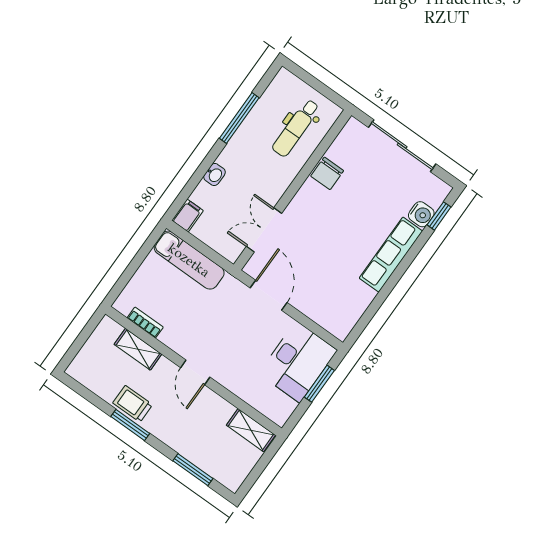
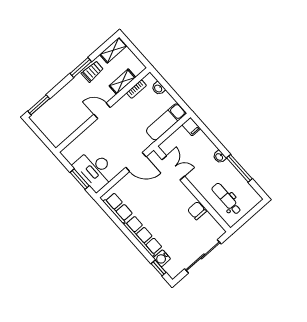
washbasin: (215, 175) -> (219, 157), moved
washbasin: (135, 286) -> (158, 88), added
row of seats: (353, 308) -> (118, 208), added
shelving: (251, 430) -> (113, 50), moved
window: (193, 470) -> (39, 105), moved

